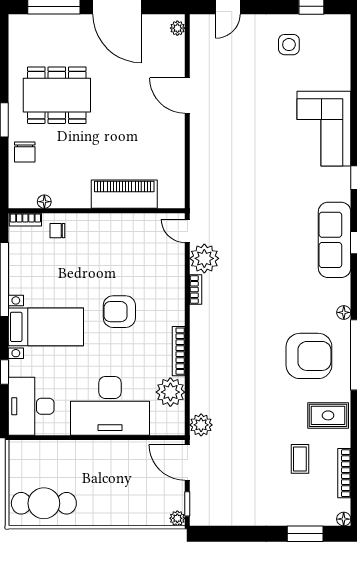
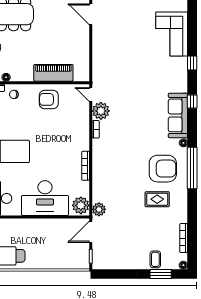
sofa: (335, 240) -> (178, 115), moved
armchair: (119, 312) -> (49, 99), moved
plant: (170, 392) -> (81, 205), moved
rug: (328, 415) -> (157, 199), moved
coffee table: (300, 459) -> (155, 259), moved
door: (187, 462) -> (91, 232), hinge flipped
plant: (177, 518) -> (85, 265), removed

